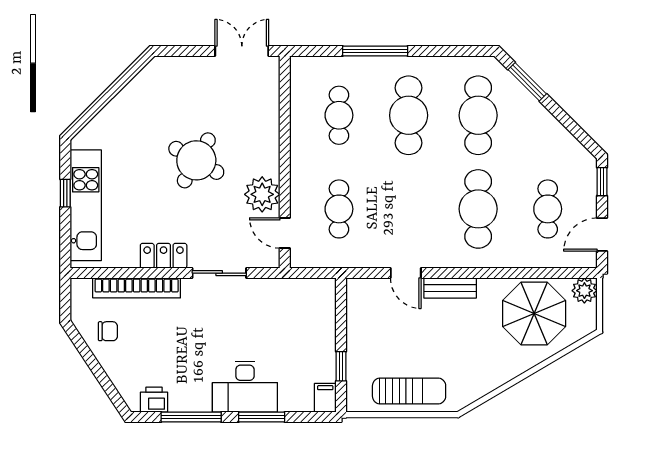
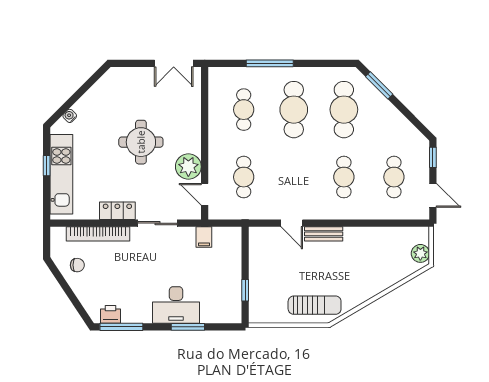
double door: (242, 51) -> (174, 63), swing flipped
water cooler: (97, 124) -> (70, 116), added
round table: (196, 160) -> (141, 142), turned -30
cafe table: (478, 209) -> (344, 177), width x0.73, depth x0.74
door: (602, 235) -> (433, 195), swing flipped
plant: (584, 291) -> (420, 253), moved
parasol: (534, 313) -> (384, 252), removed
sun lounger: (409, 391) -> (315, 305), moved
filing cabinet: (325, 398) -> (204, 237), moved, turned 180
window: (191, 417) -> (121, 327), moved

